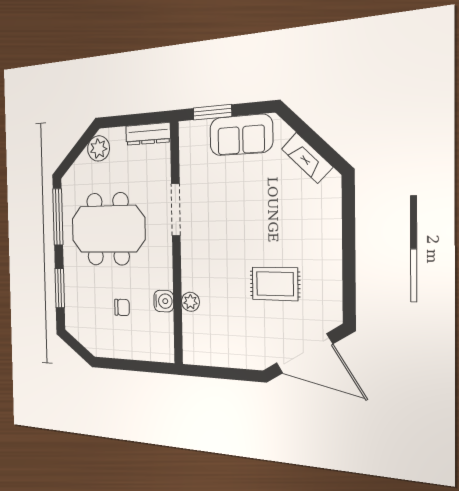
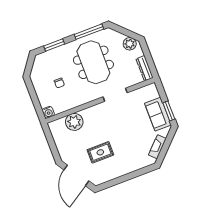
window: (212, 112) -> (169, 111), moved
rug: (275, 284) -> (100, 152), turned 90
water cooler: (164, 301) -> (48, 112), moved
plant: (190, 302) -> (74, 122), width x1.87, depth x1.87

